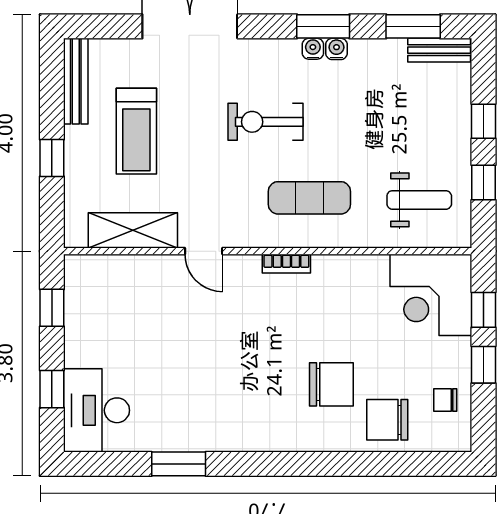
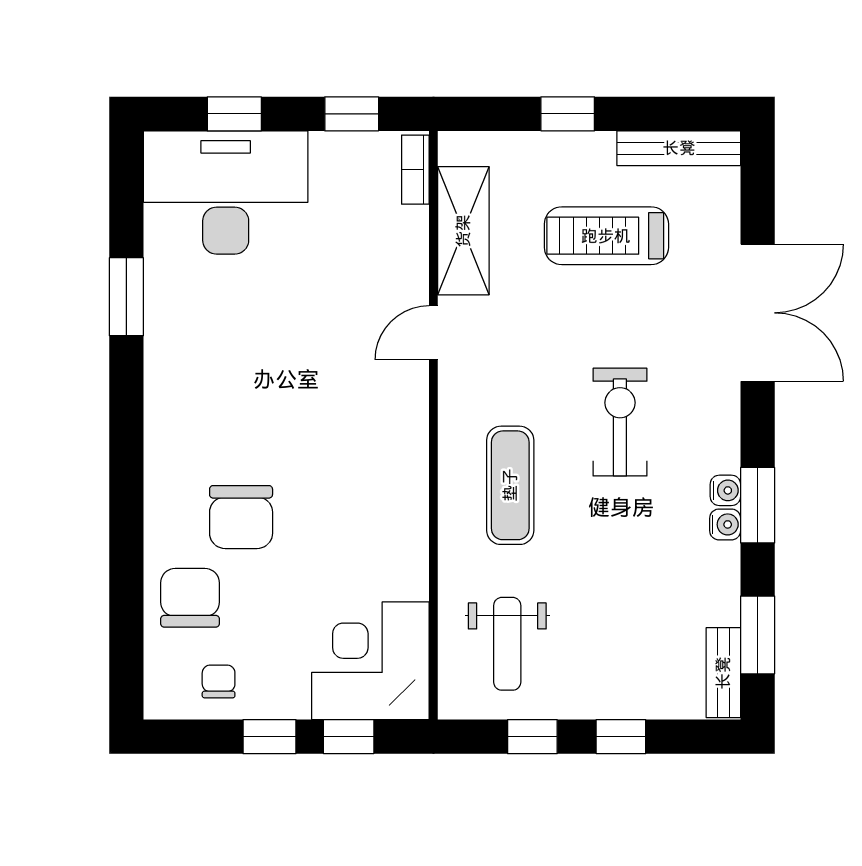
bookcase: (286, 264) -> (415, 170), moved
desk: (97, 410) -> (226, 192), width x1.36, depth x1.30

